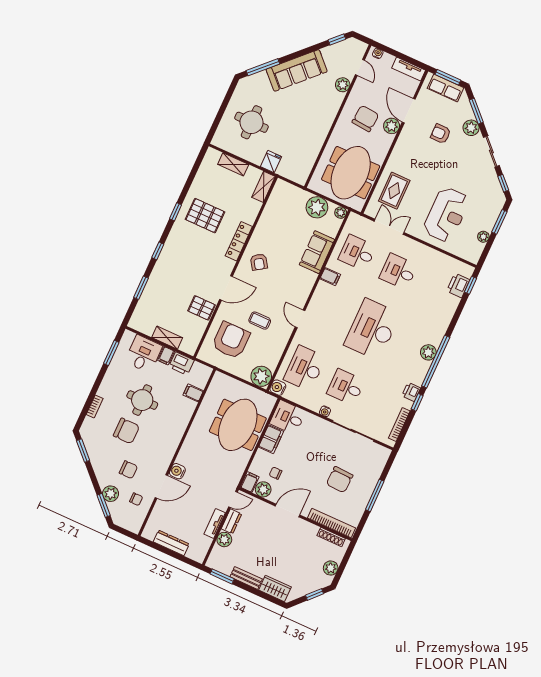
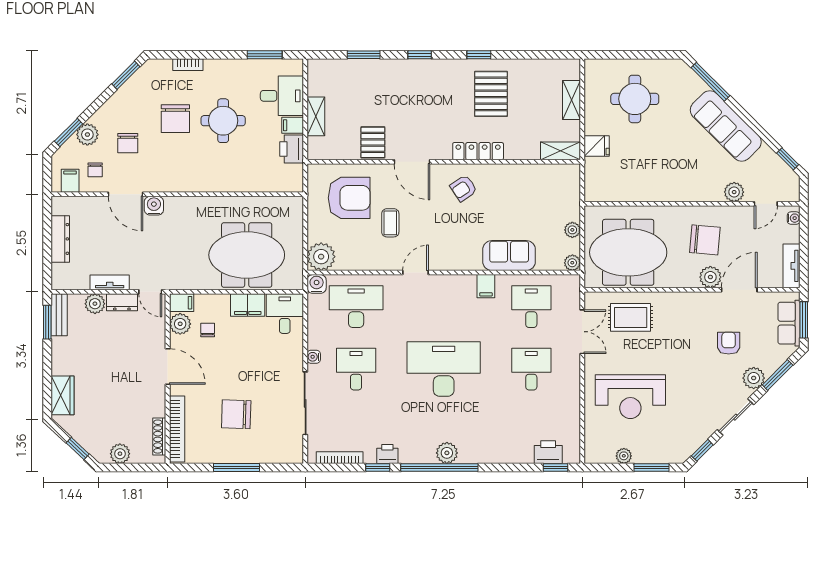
plant: (317, 207) -> (572, 230), width x0.53, depth x0.53
filing cabinet: (193, 393) -> (70, 181), moved
bench: (246, 578) -> (59, 315), moved

